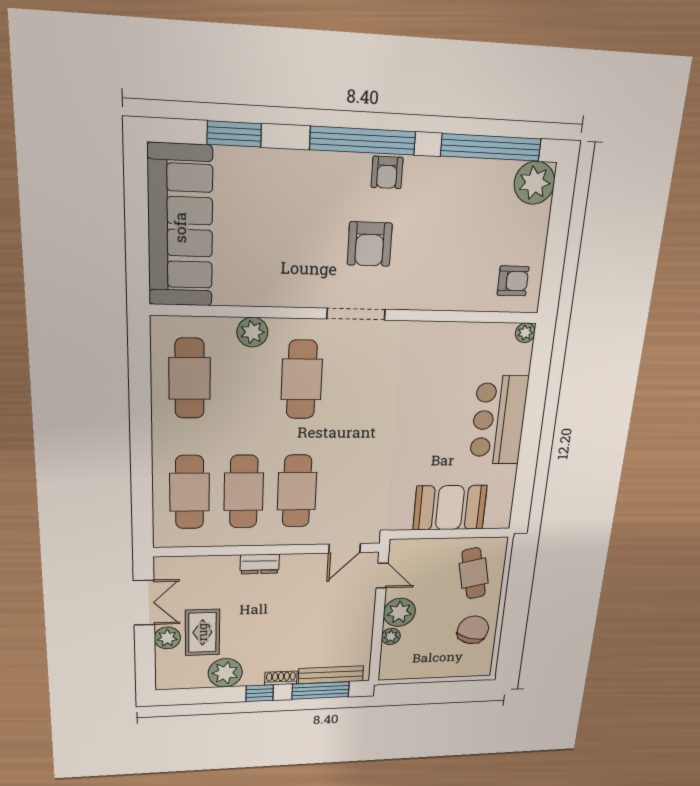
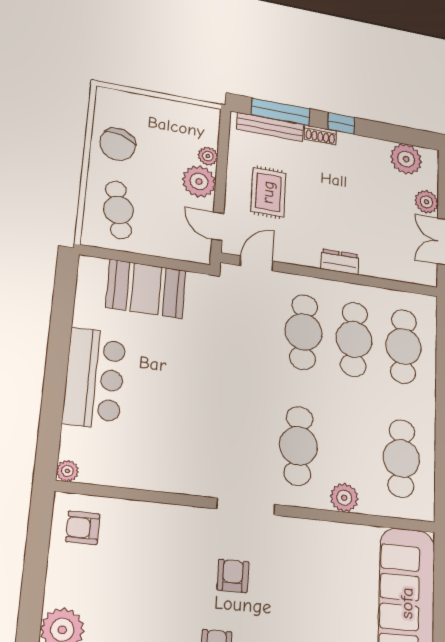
armchair: (370, 244) -> (233, 576), width x0.72, depth x0.72
rug: (202, 632) -> (268, 192), moved
plant: (225, 673) -> (406, 159), moved

